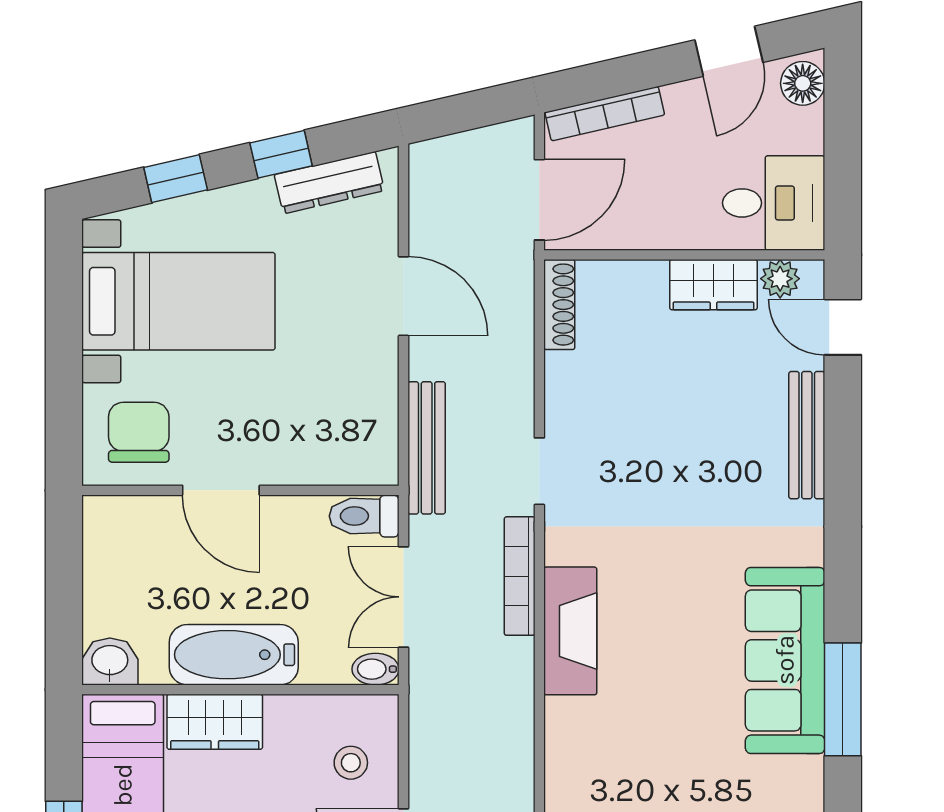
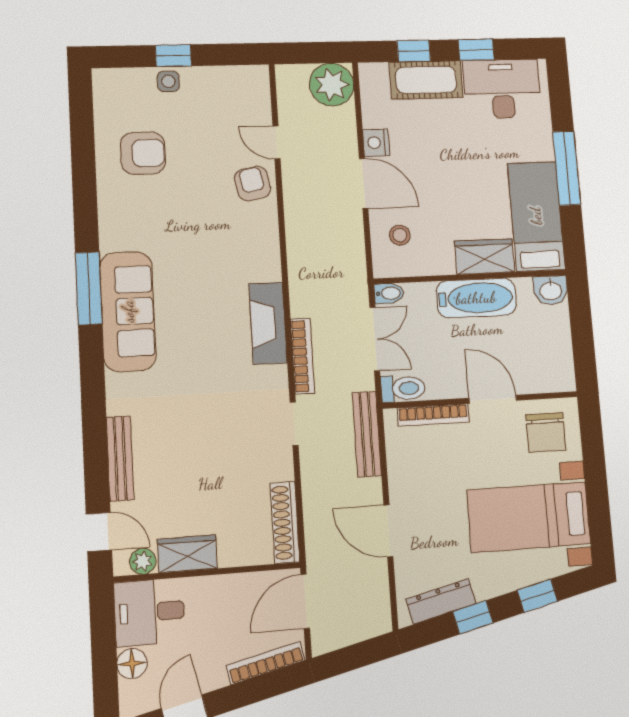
floor lamp: (803, 83) -> (132, 664), moved
shoe rack: (559, 305) -> (285, 522), width x1.36, depth x1.24
bookcase: (319, 471) -> (433, 415), added

